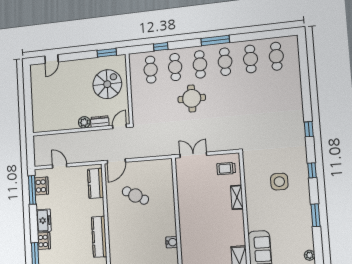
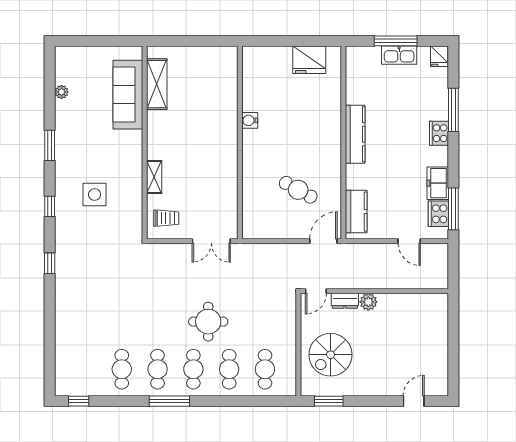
window: (161, 47) -> (79, 401), moved
cafe table: (276, 56) -> (86, 369), removed
freezer: (44, 220) -> (438, 183), moved

